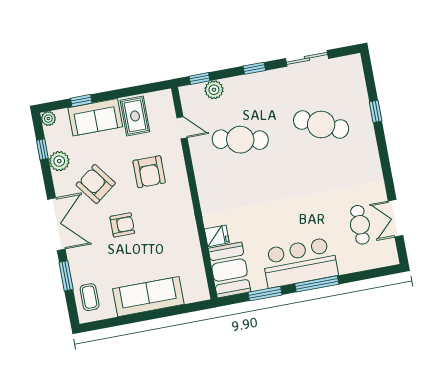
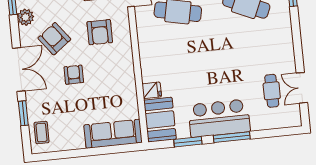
armchair: (122, 225) -> (74, 75), turned -90
sofa: (148, 297) -> (113, 134), moved

